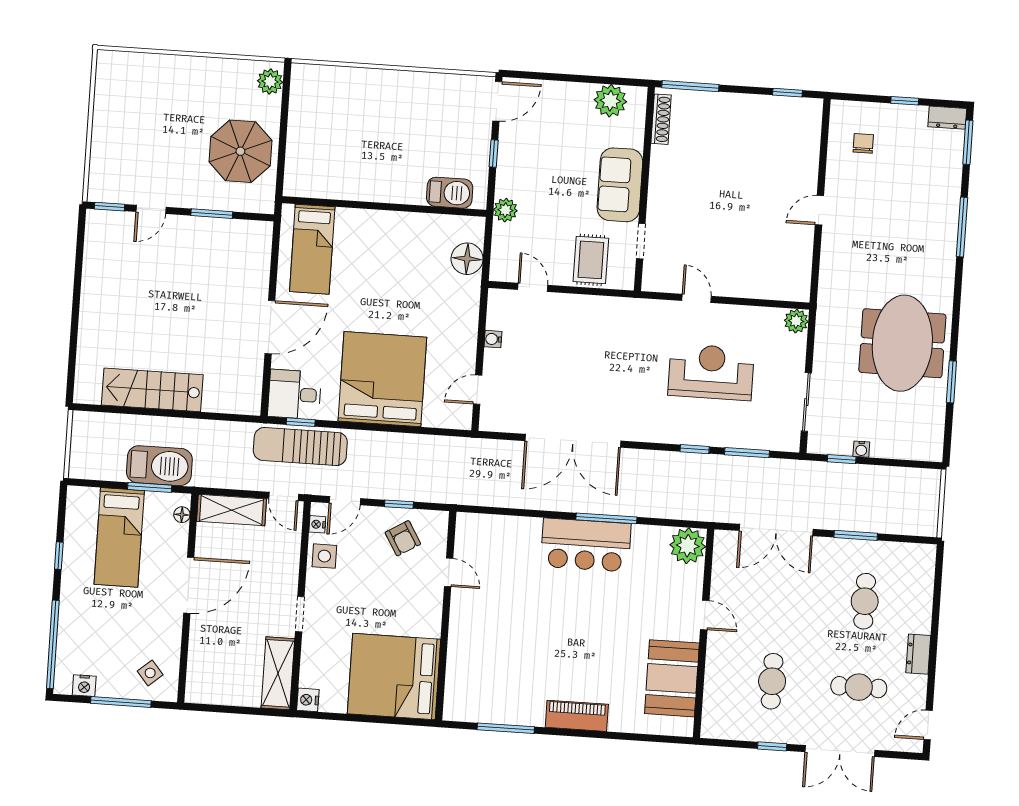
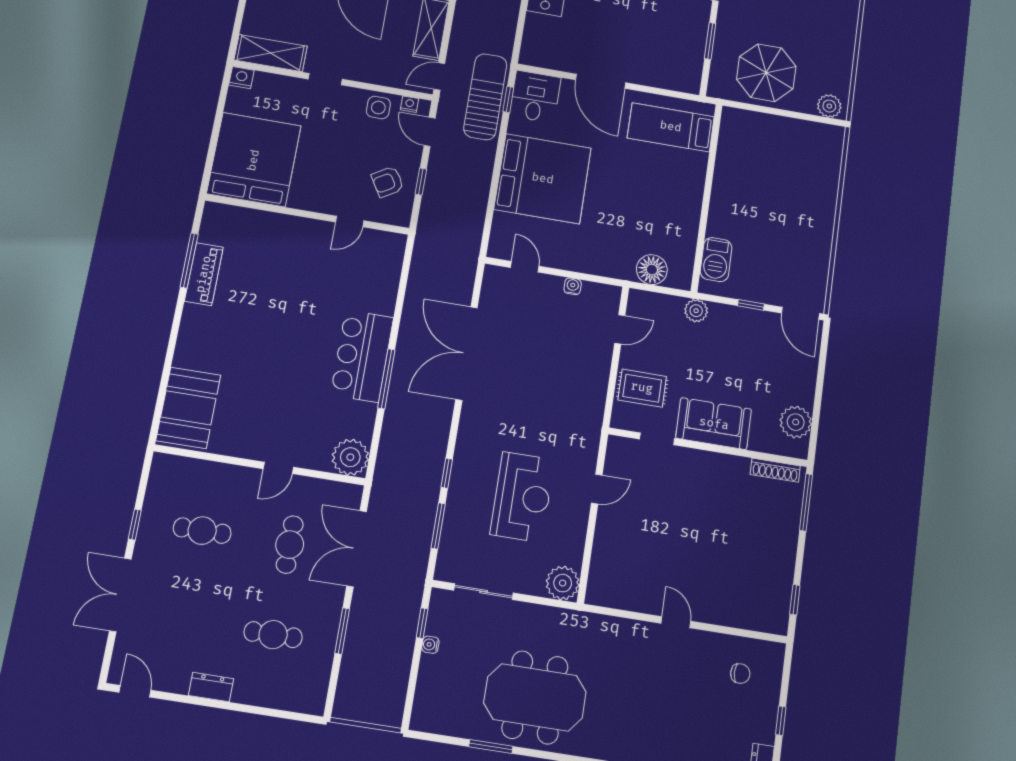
plant: (796, 321) -> (563, 583), width x1.36, depth x1.36
booth: (672, 678) -> (188, 408), moved, turned 90
cafe table: (859, 687) -> (290, 545), moved
piano: (577, 716) -> (204, 274), moved

